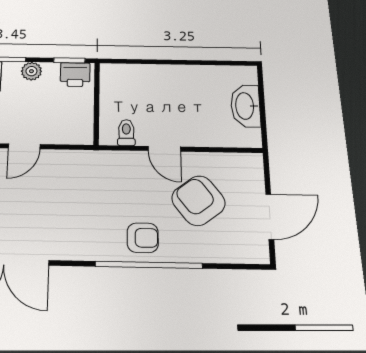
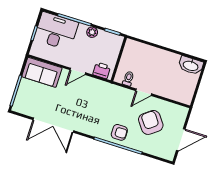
printer: (75, 75) -> (102, 70), moved, turned 180
washbasin: (245, 106) -> (191, 65), moved, turned -90
door: (164, 149) -> (144, 92), hinge flipped

